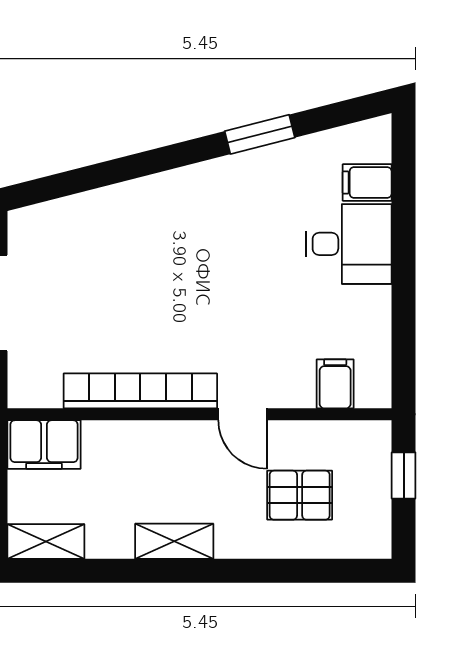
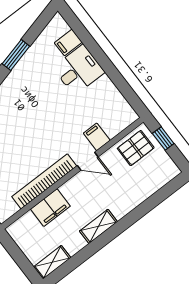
filing cabinet: (335, 384) -> (97, 137), moved
filing cabinet: (44, 445) -> (50, 208), moved
pallet: (300, 495) -> (136, 148), moved

